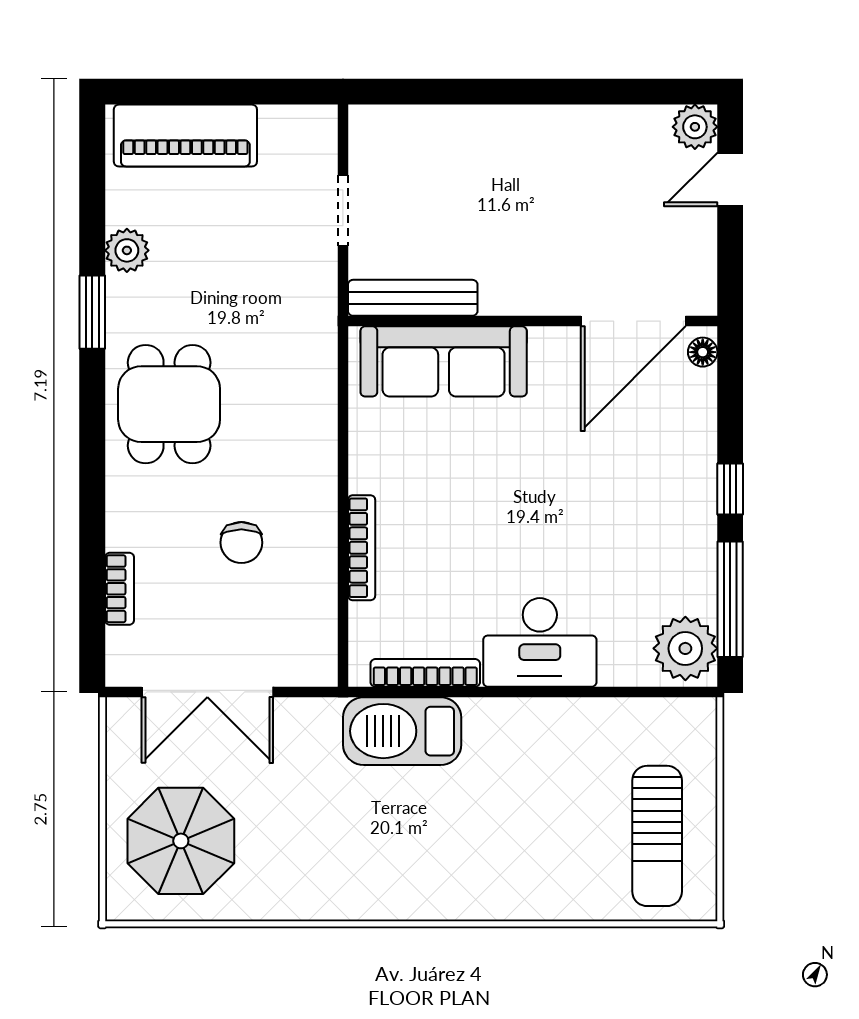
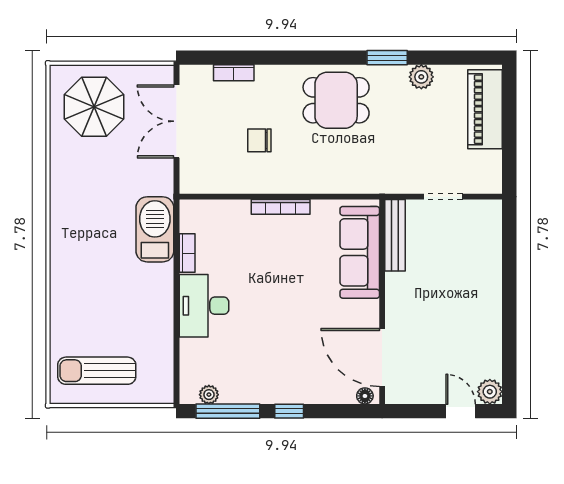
bookcase: (362, 548) -> (281, 207), moved
plant: (685, 648) -> (209, 395), width x0.53, depth x0.53
bookcase: (425, 673) -> (187, 253), width x0.64

